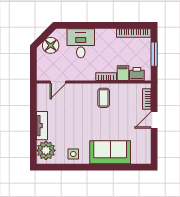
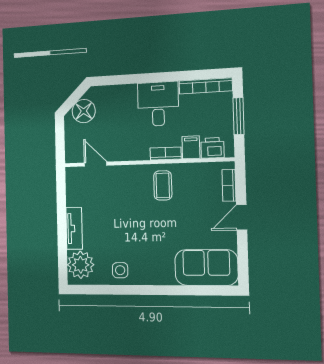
desk: (81, 43) -> (158, 104), moved
door: (58, 82) -> (95, 164), swing flipped
sofa: (110, 152) -> (206, 267), moved

